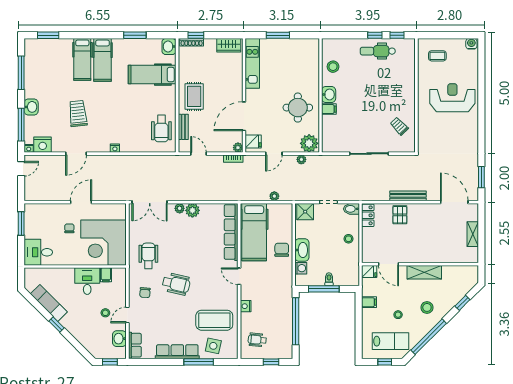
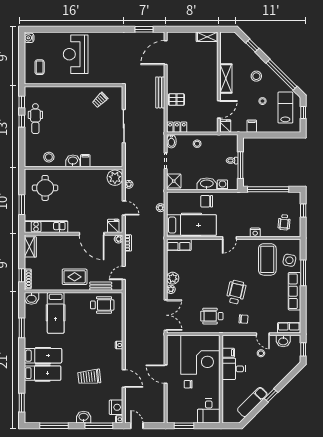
round table: (298, 108) -> (45, 188), moved
row of seats: (231, 232) -> (179, 245), width x0.50
shelving: (473, 234) -> (207, 37), moved

